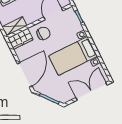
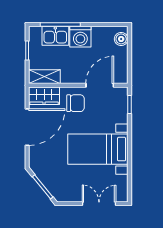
door: (25, 75) -> (27, 127), moved
double door: (92, 91) -> (99, 204), width x0.73

